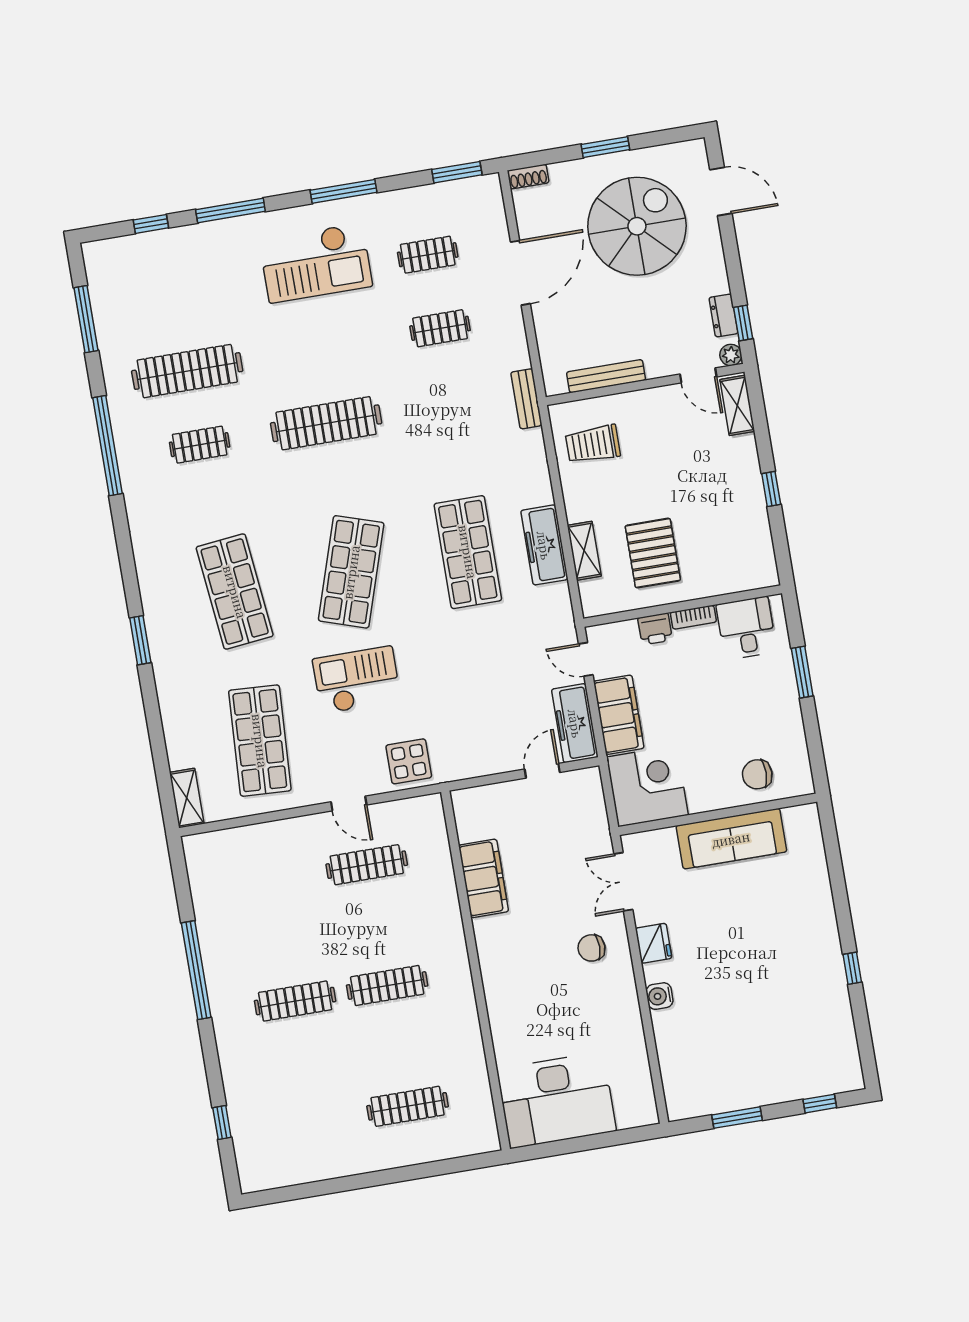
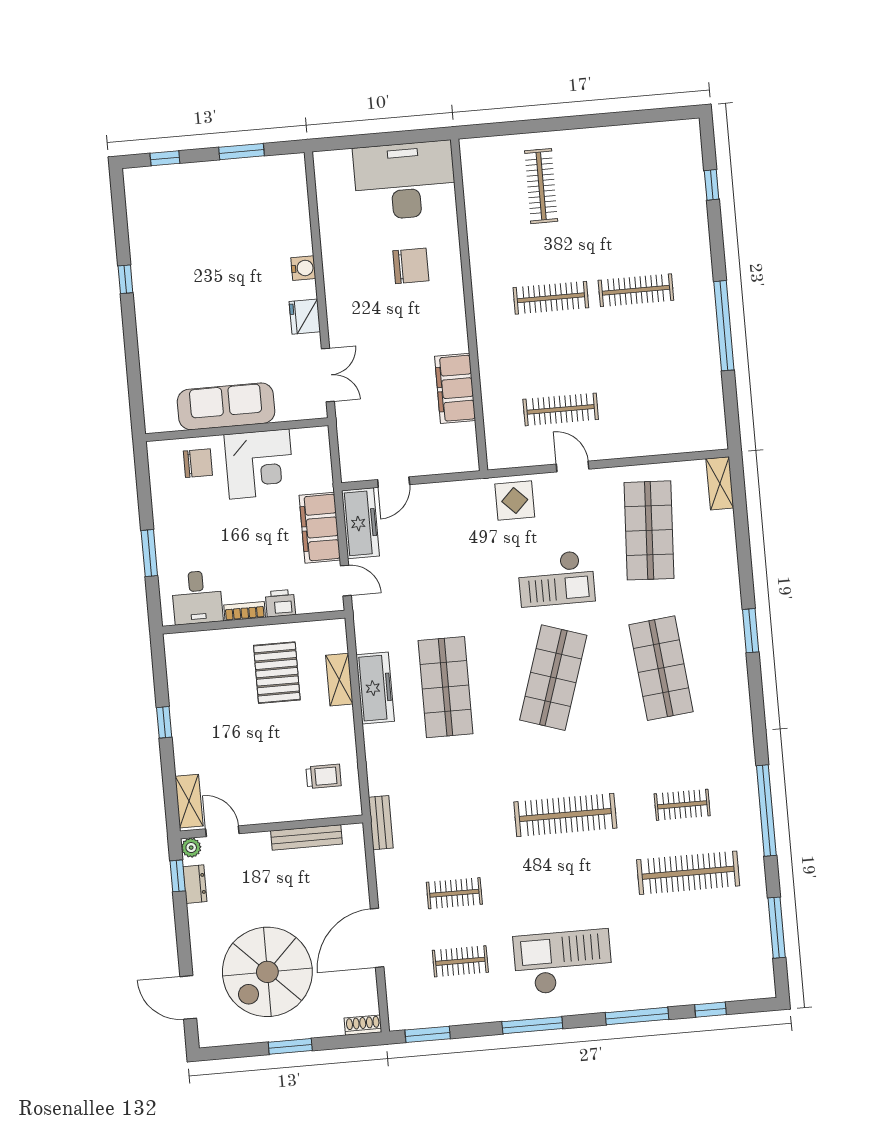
trolley: (593, 444) -> (324, 776), width x0.73, depth x0.72
corner desk: (647, 786) -> (259, 464), moved, turned -90
chair: (591, 948) -> (411, 266), moved, width x1.37, depth x1.37
clothes rail: (408, 1106) -> (541, 186), turned 90

